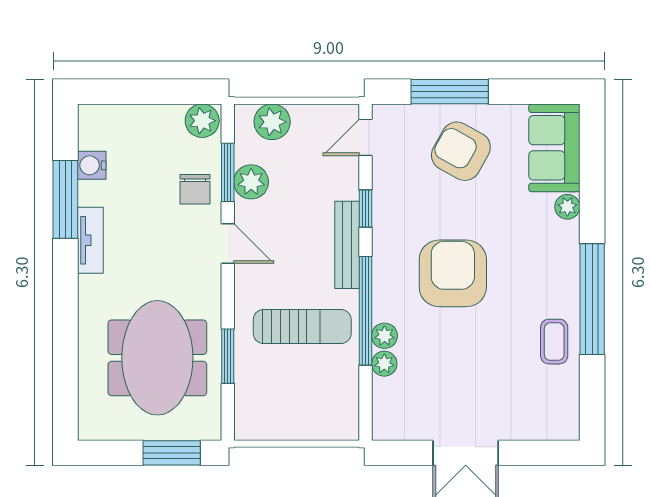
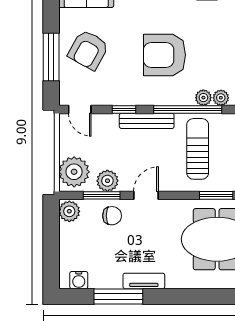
plant: (272, 122) -> (74, 172), width x1.36, depth x1.36
water cooler: (92, 165) -> (79, 280), moved

